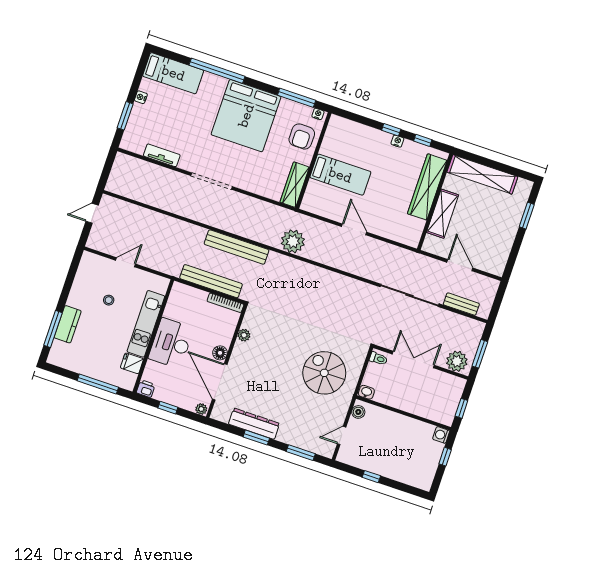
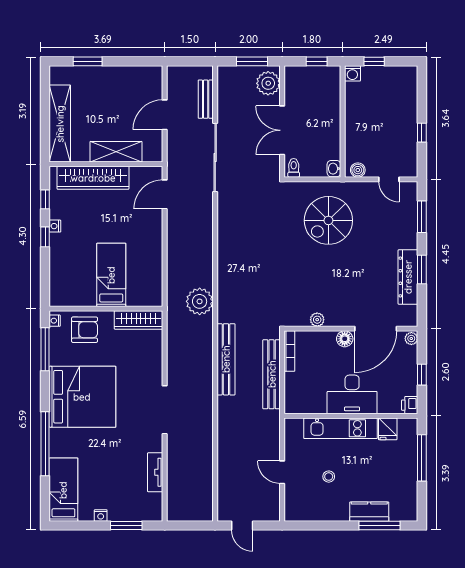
door: (354, 229) -> (165, 194), moved

